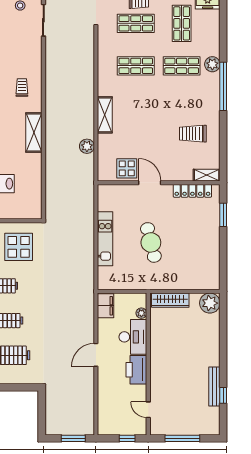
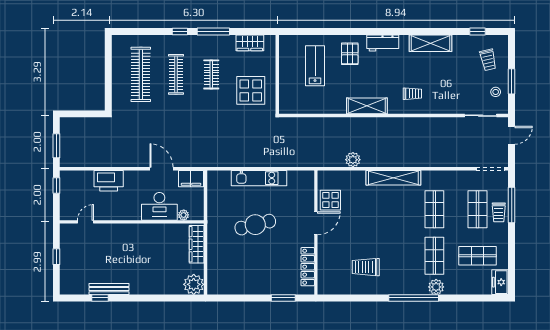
shelving: (105, 115) -> (393, 178), width x1.47
trolley: (193, 134) -> (366, 267), turned -90
shelving: (207, 175) -> (324, 281), removed
door: (96, 355) -> (162, 169), moved
printer: (136, 370) -> (109, 181), moved, turned 180
window: (127, 438) -> (56, 186), moved
window: (182, 438) -> (56, 257), width x0.46

